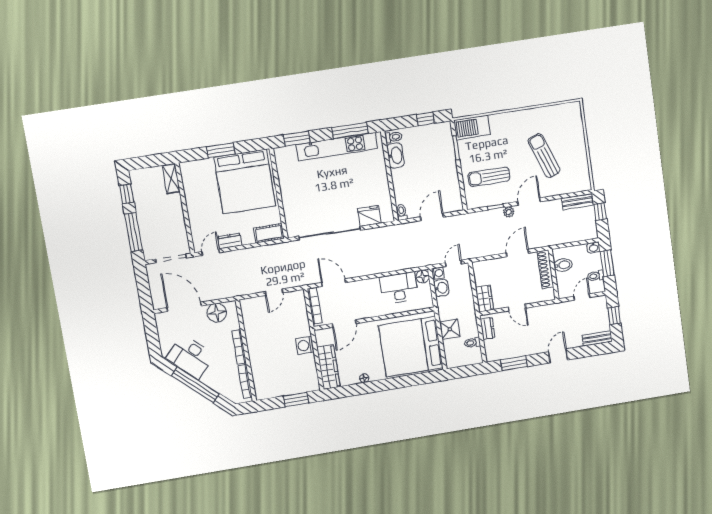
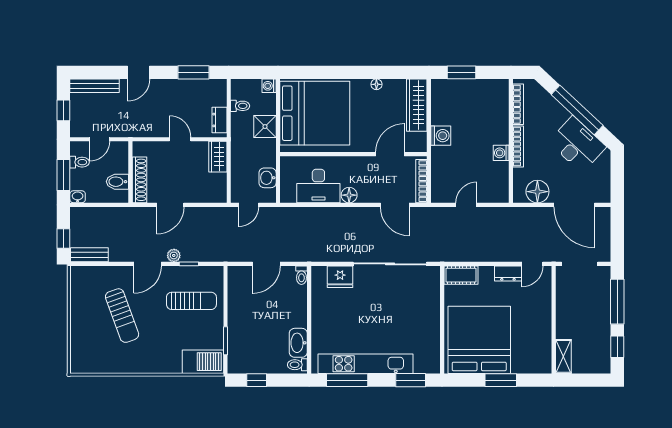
washing machine: (438, 273) -> (269, 86), moved
floor lamp: (423, 276) -> (349, 195), moved
bench: (597, 338) -> (94, 86), width x1.36
washing machine: (252, 340) -> (501, 153), added

